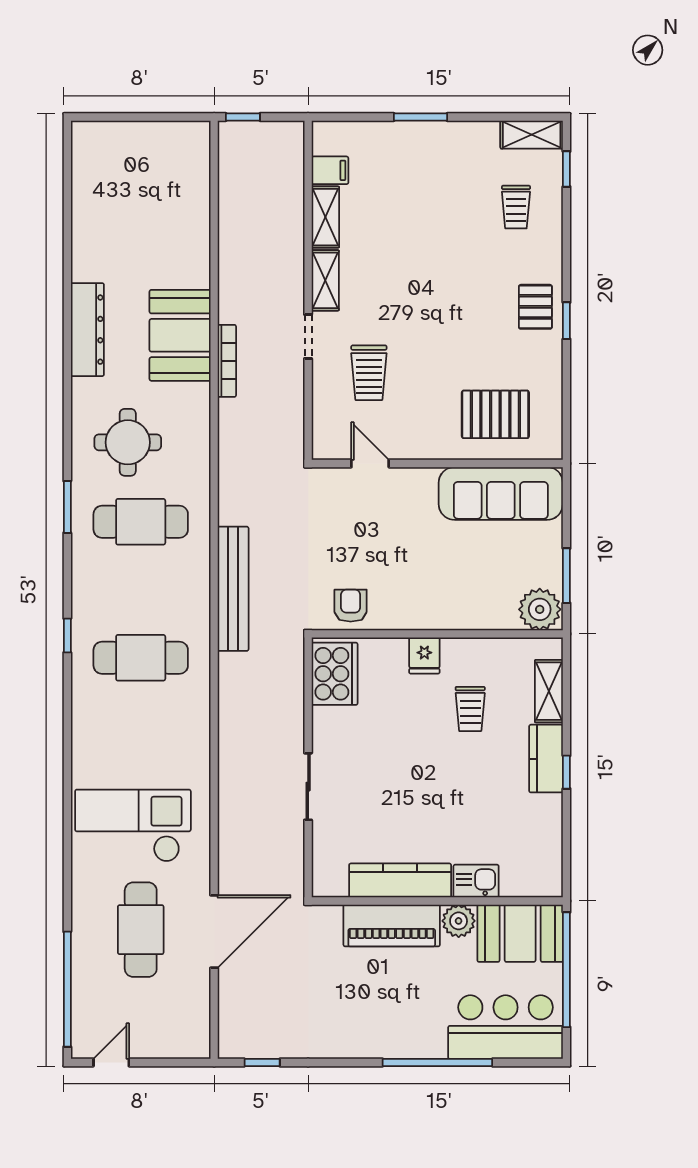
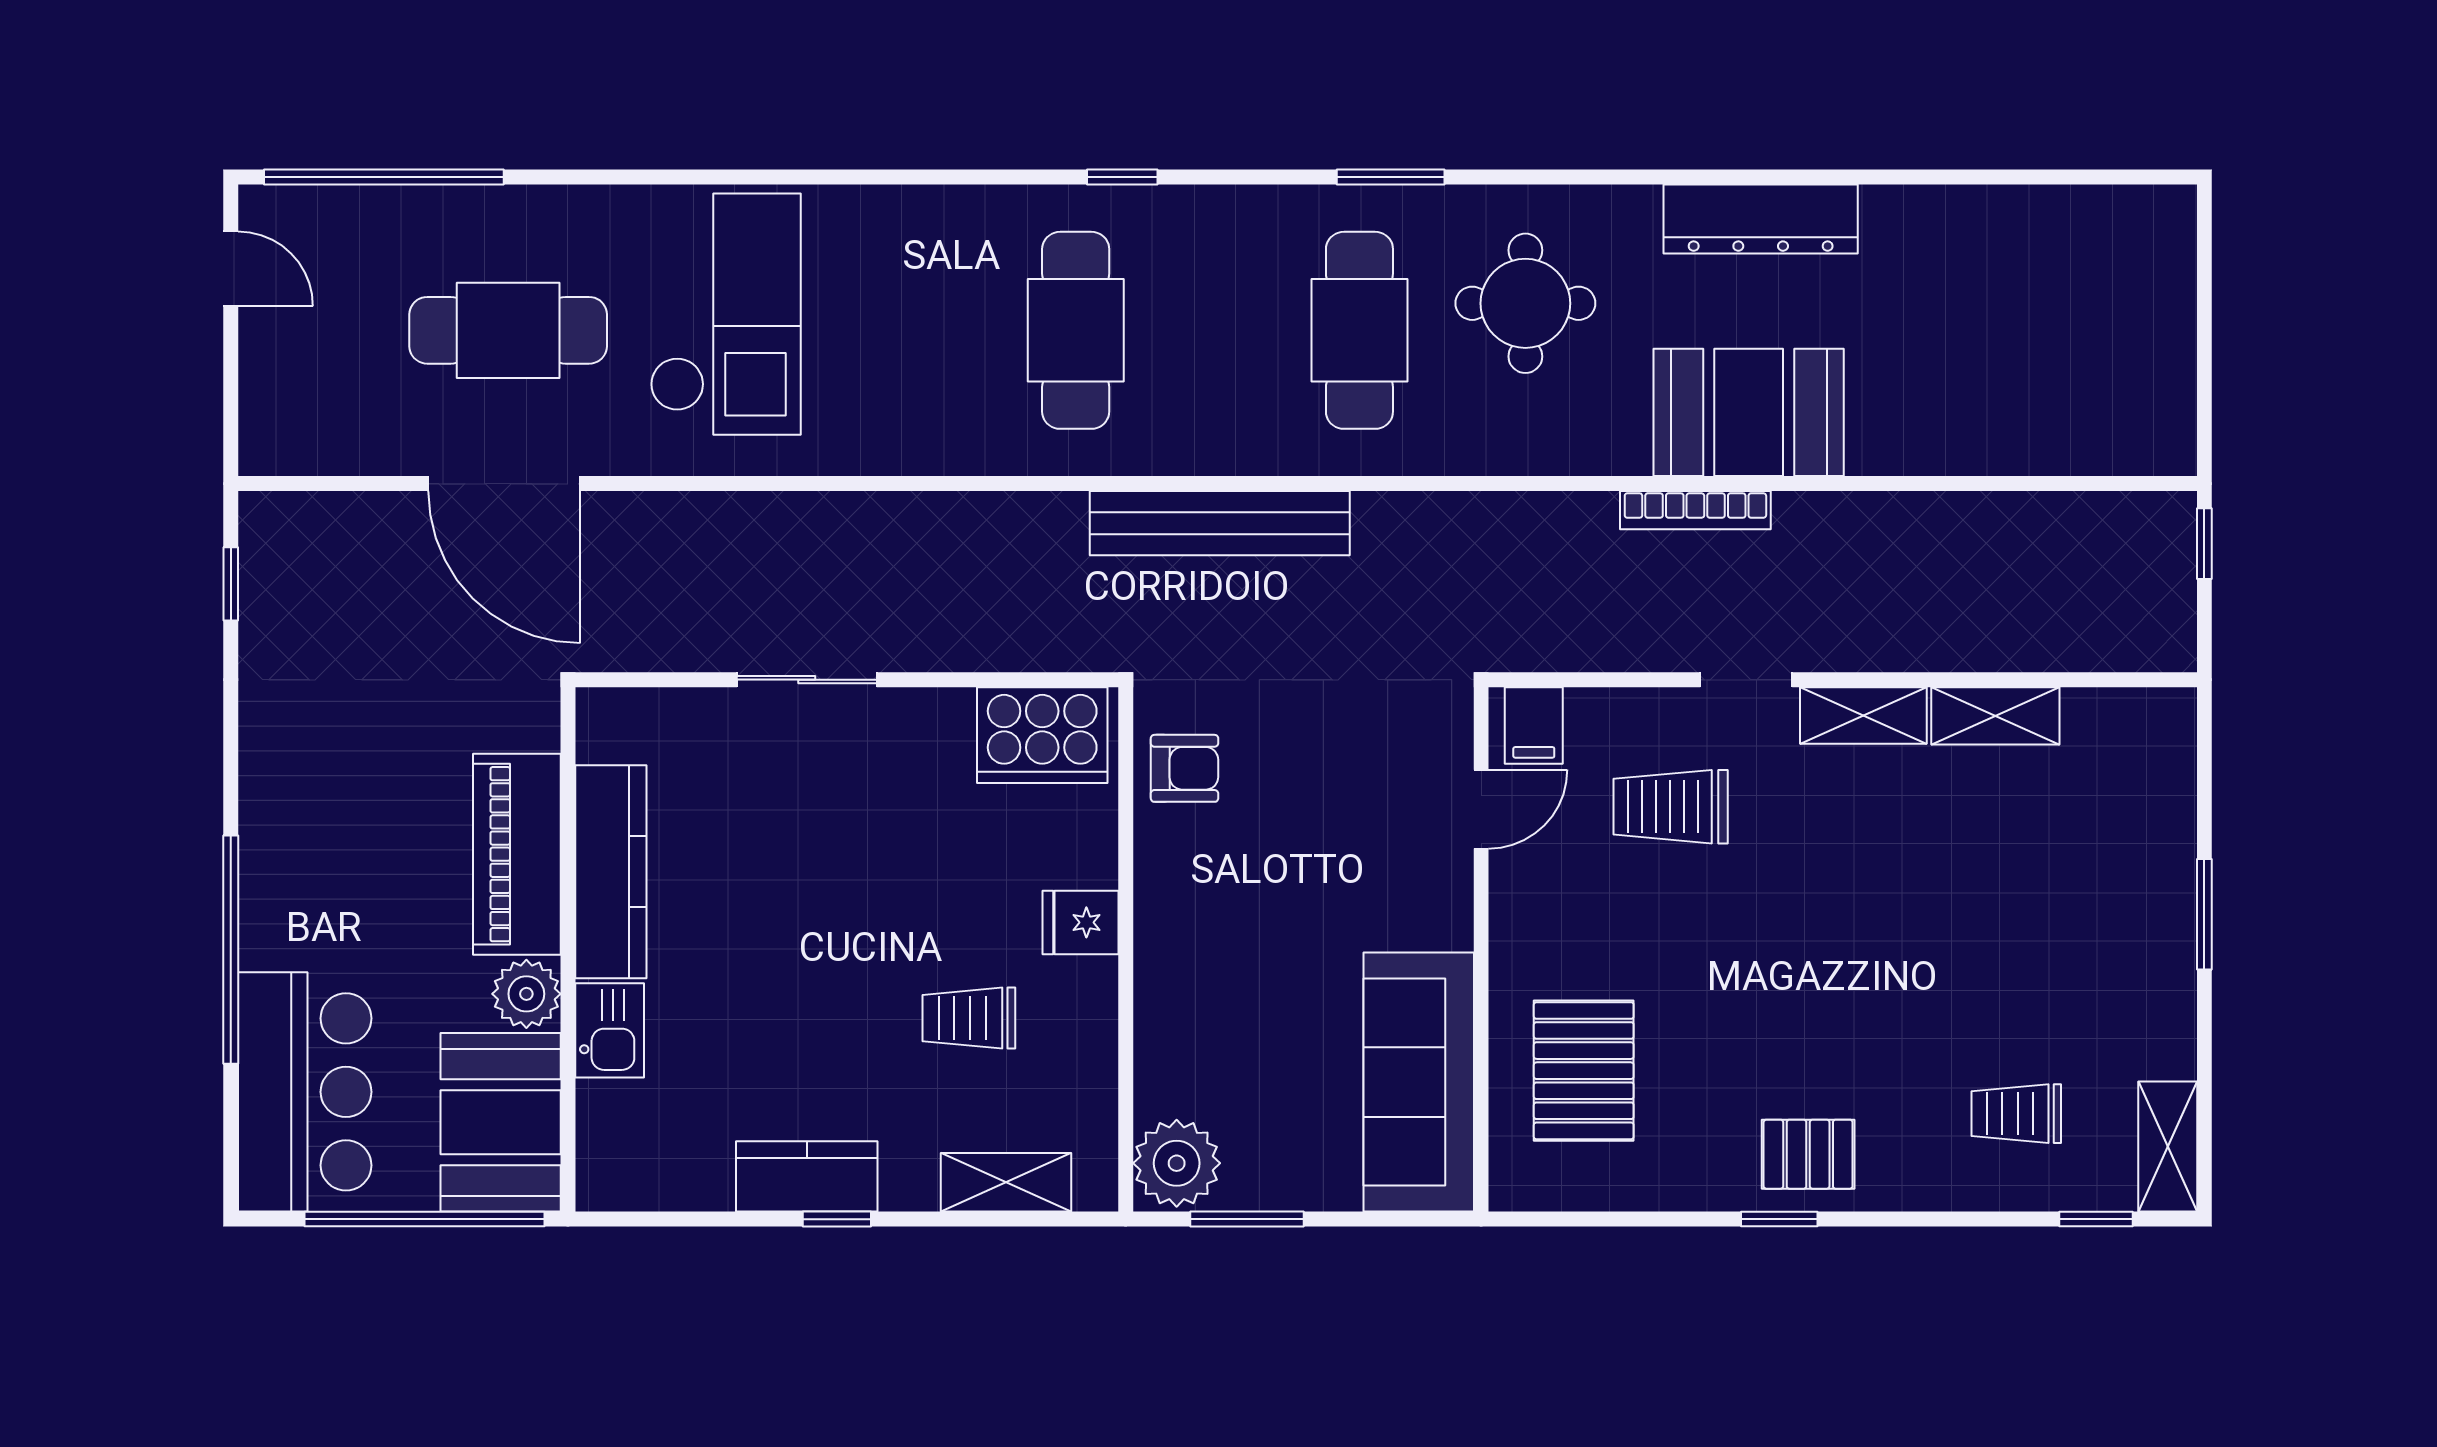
filing cabinet: (330, 170) -> (1534, 725), moved
kitchen counter: (546, 759) -> (807, 1176), moved

